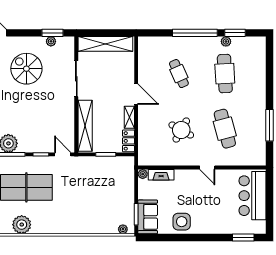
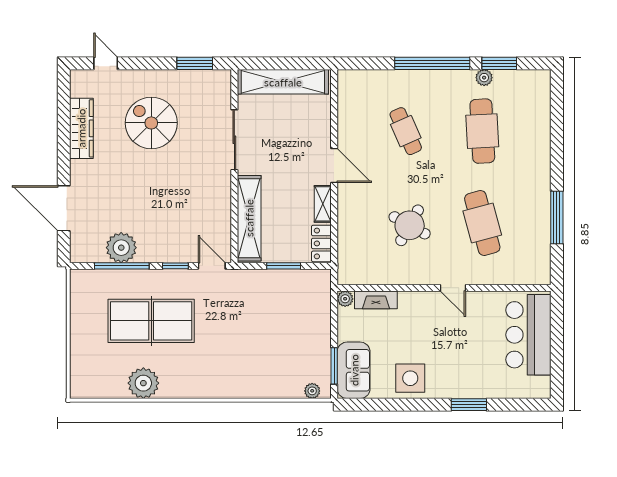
plant: (51, 41) -> (192, 77), removed
window: (243, 237) -> (469, 405), moved

